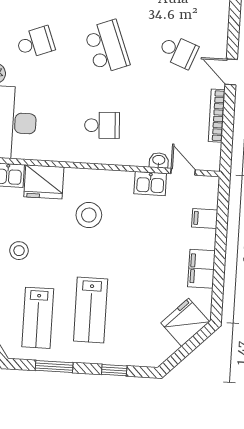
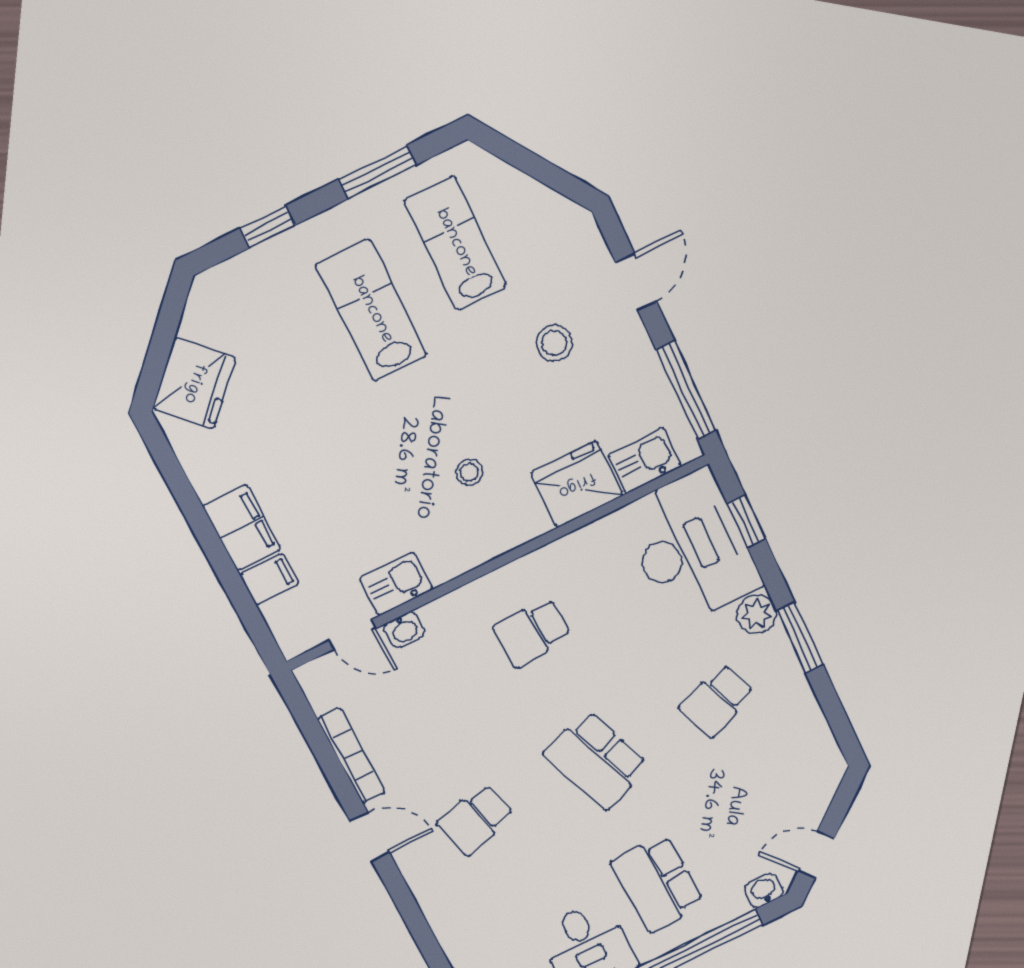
school desk: (178, 51) -> (476, 820), turned -36
stool: (89, 215) -> (469, 472), width x0.53, depth x0.53
filing cabinet: (201, 269) -> (242, 528), moved

